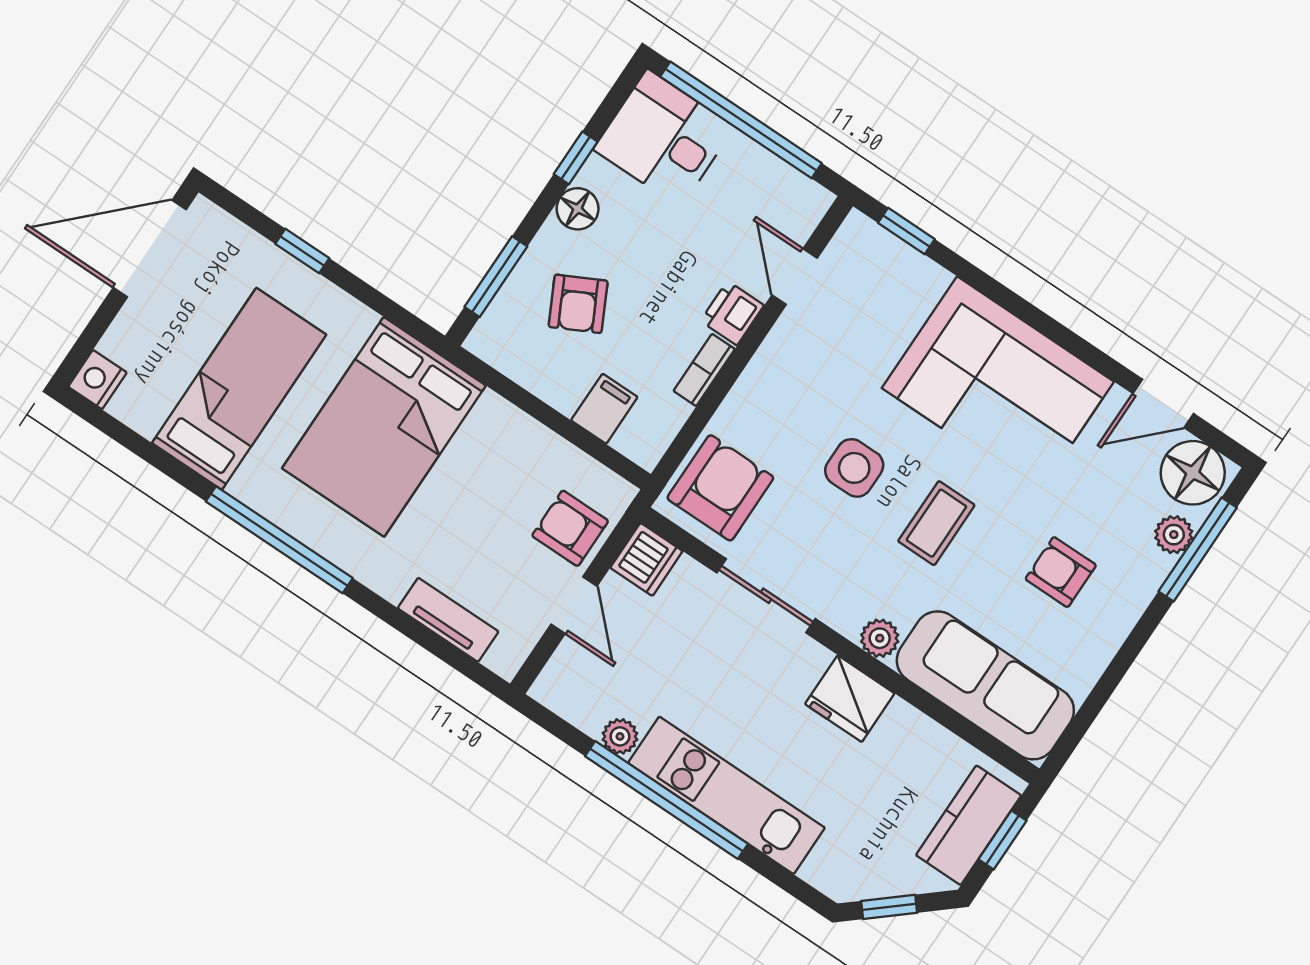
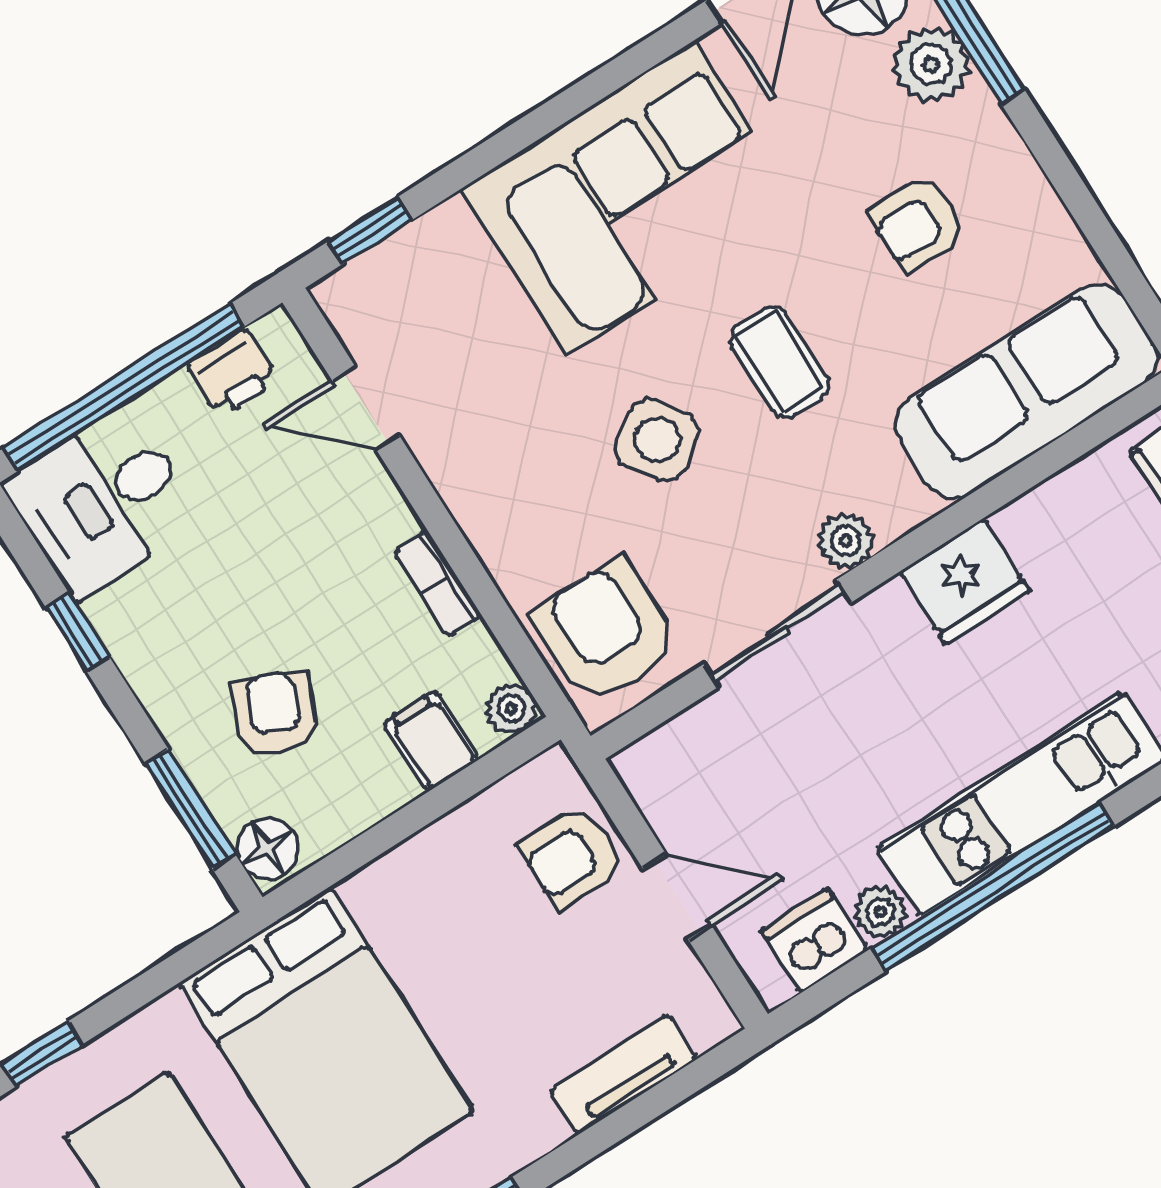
floor lamp: (578, 209) -> (268, 849), moved
armchair: (578, 304) -> (275, 714), turned -130
printer: (732, 313) -> (233, 373), moved, turned -90
plant: (646, 450) -> (511, 709), added
side table: (854, 468) -> (657, 440), turned -35
plant: (1174, 535) -> (931, 64), width x1.38, depth x1.38
dishwasher: (646, 559) -> (814, 940), moved, turned -90
plant: (880, 638) -> (846, 541), moved

